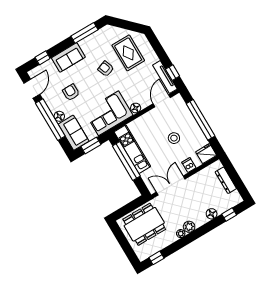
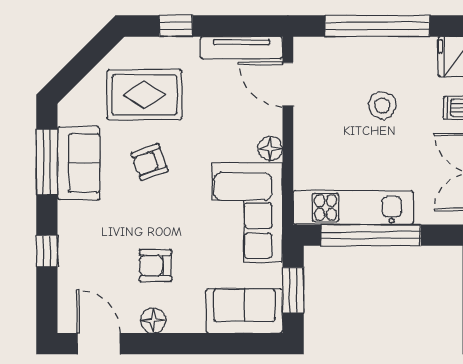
sofa: (68, 57) -> (79, 163), moved
window: (43, 58) -> (47, 251), moved
window: (173, 73) -> (176, 26), moved
floor lamp: (59, 116) -> (153, 321), moved
window: (50, 120) -> (187, 344), removed

